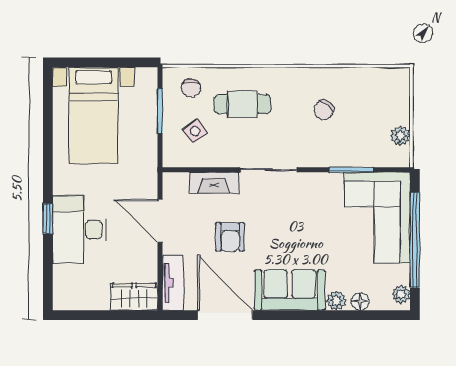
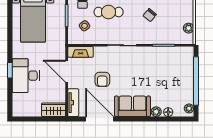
fireplace: (214, 183) -> (81, 52), moved
corner sofa: (378, 218) -> (177, 70), removed

